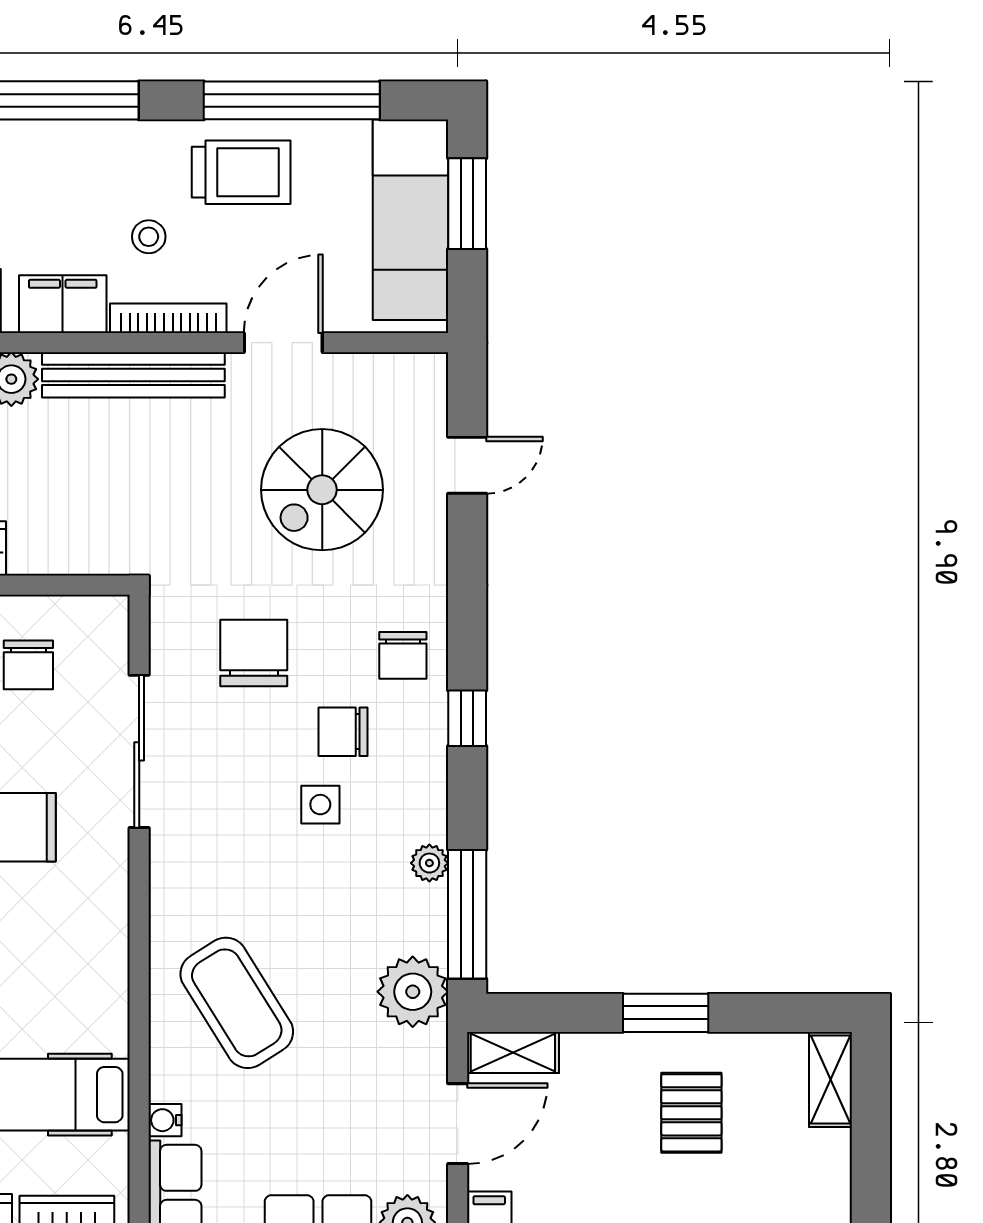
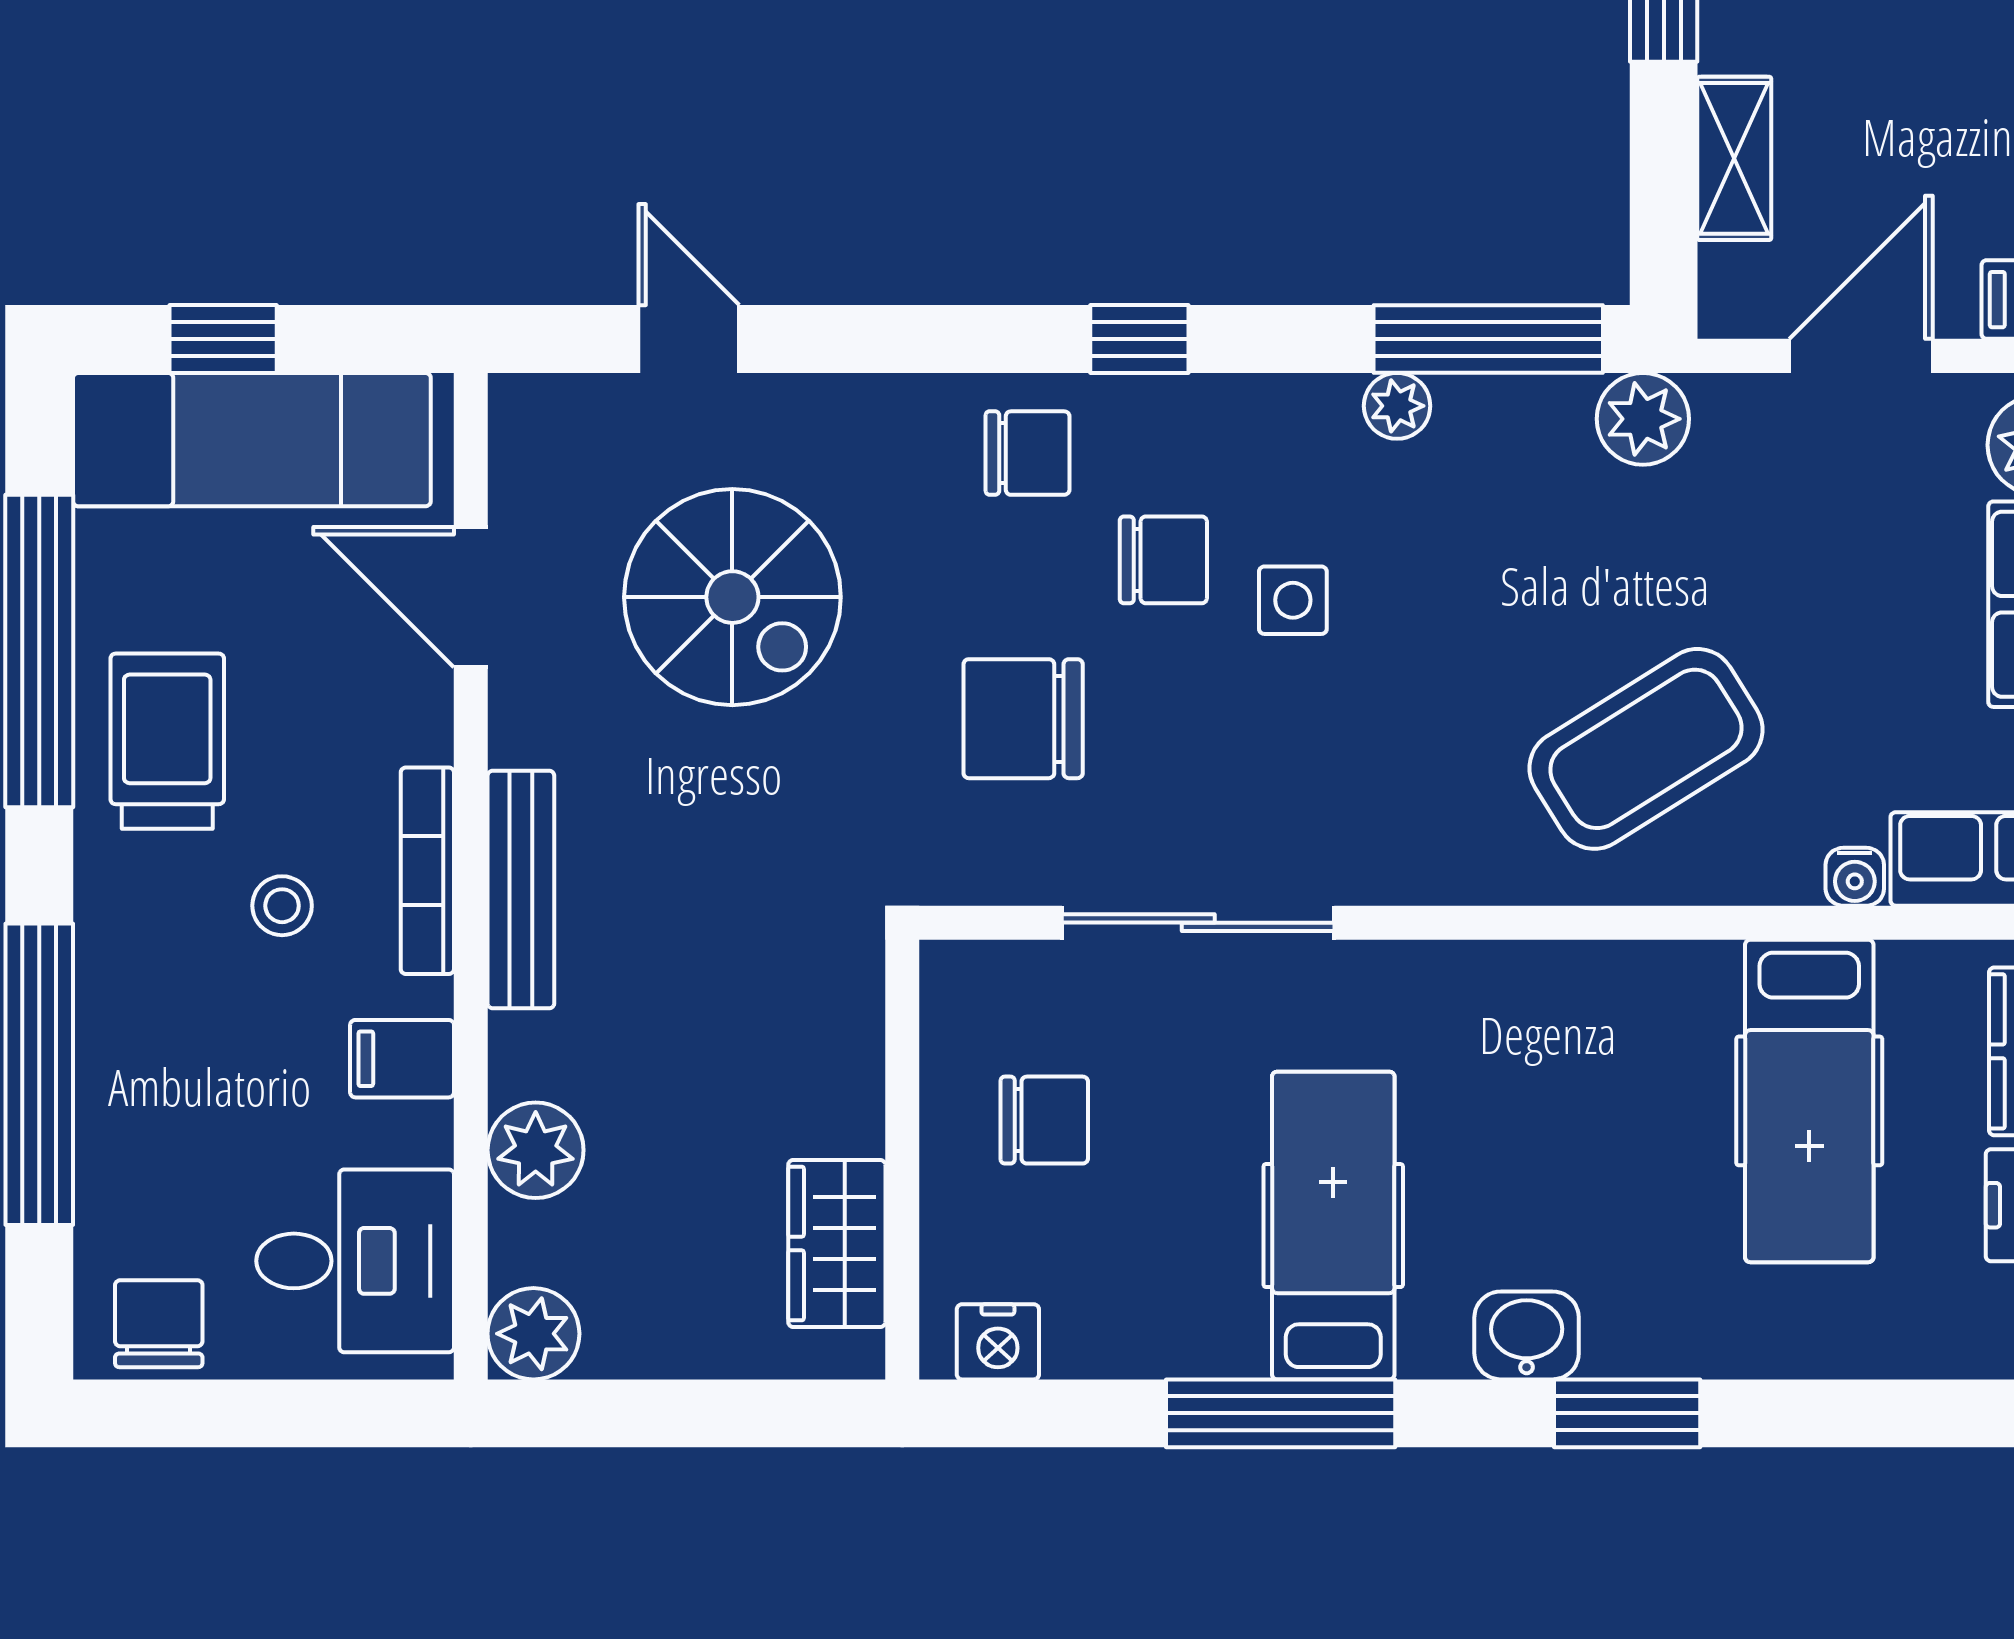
window: (467, 204) -> (223, 339), width x0.67
filing cabinet: (63, 304) -> (402, 1059), width x0.50
door: (283, 343) -> (471, 597), moved
bench: (133, 375) -> (521, 890), width x0.73, depth x0.82
chair: (343, 732) -> (1163, 560), turned -90
plant: (413, 992) -> (1643, 419), width x0.73, depth x0.73
shelving: (513, 1052) -> (1734, 158), moved
door: (458, 1124) -> (1861, 356), hinge flipped

